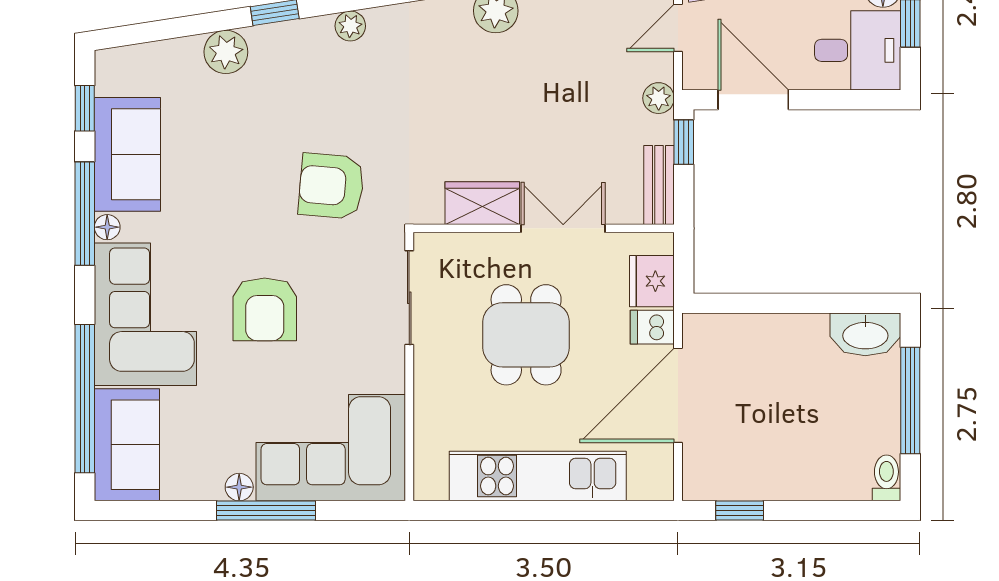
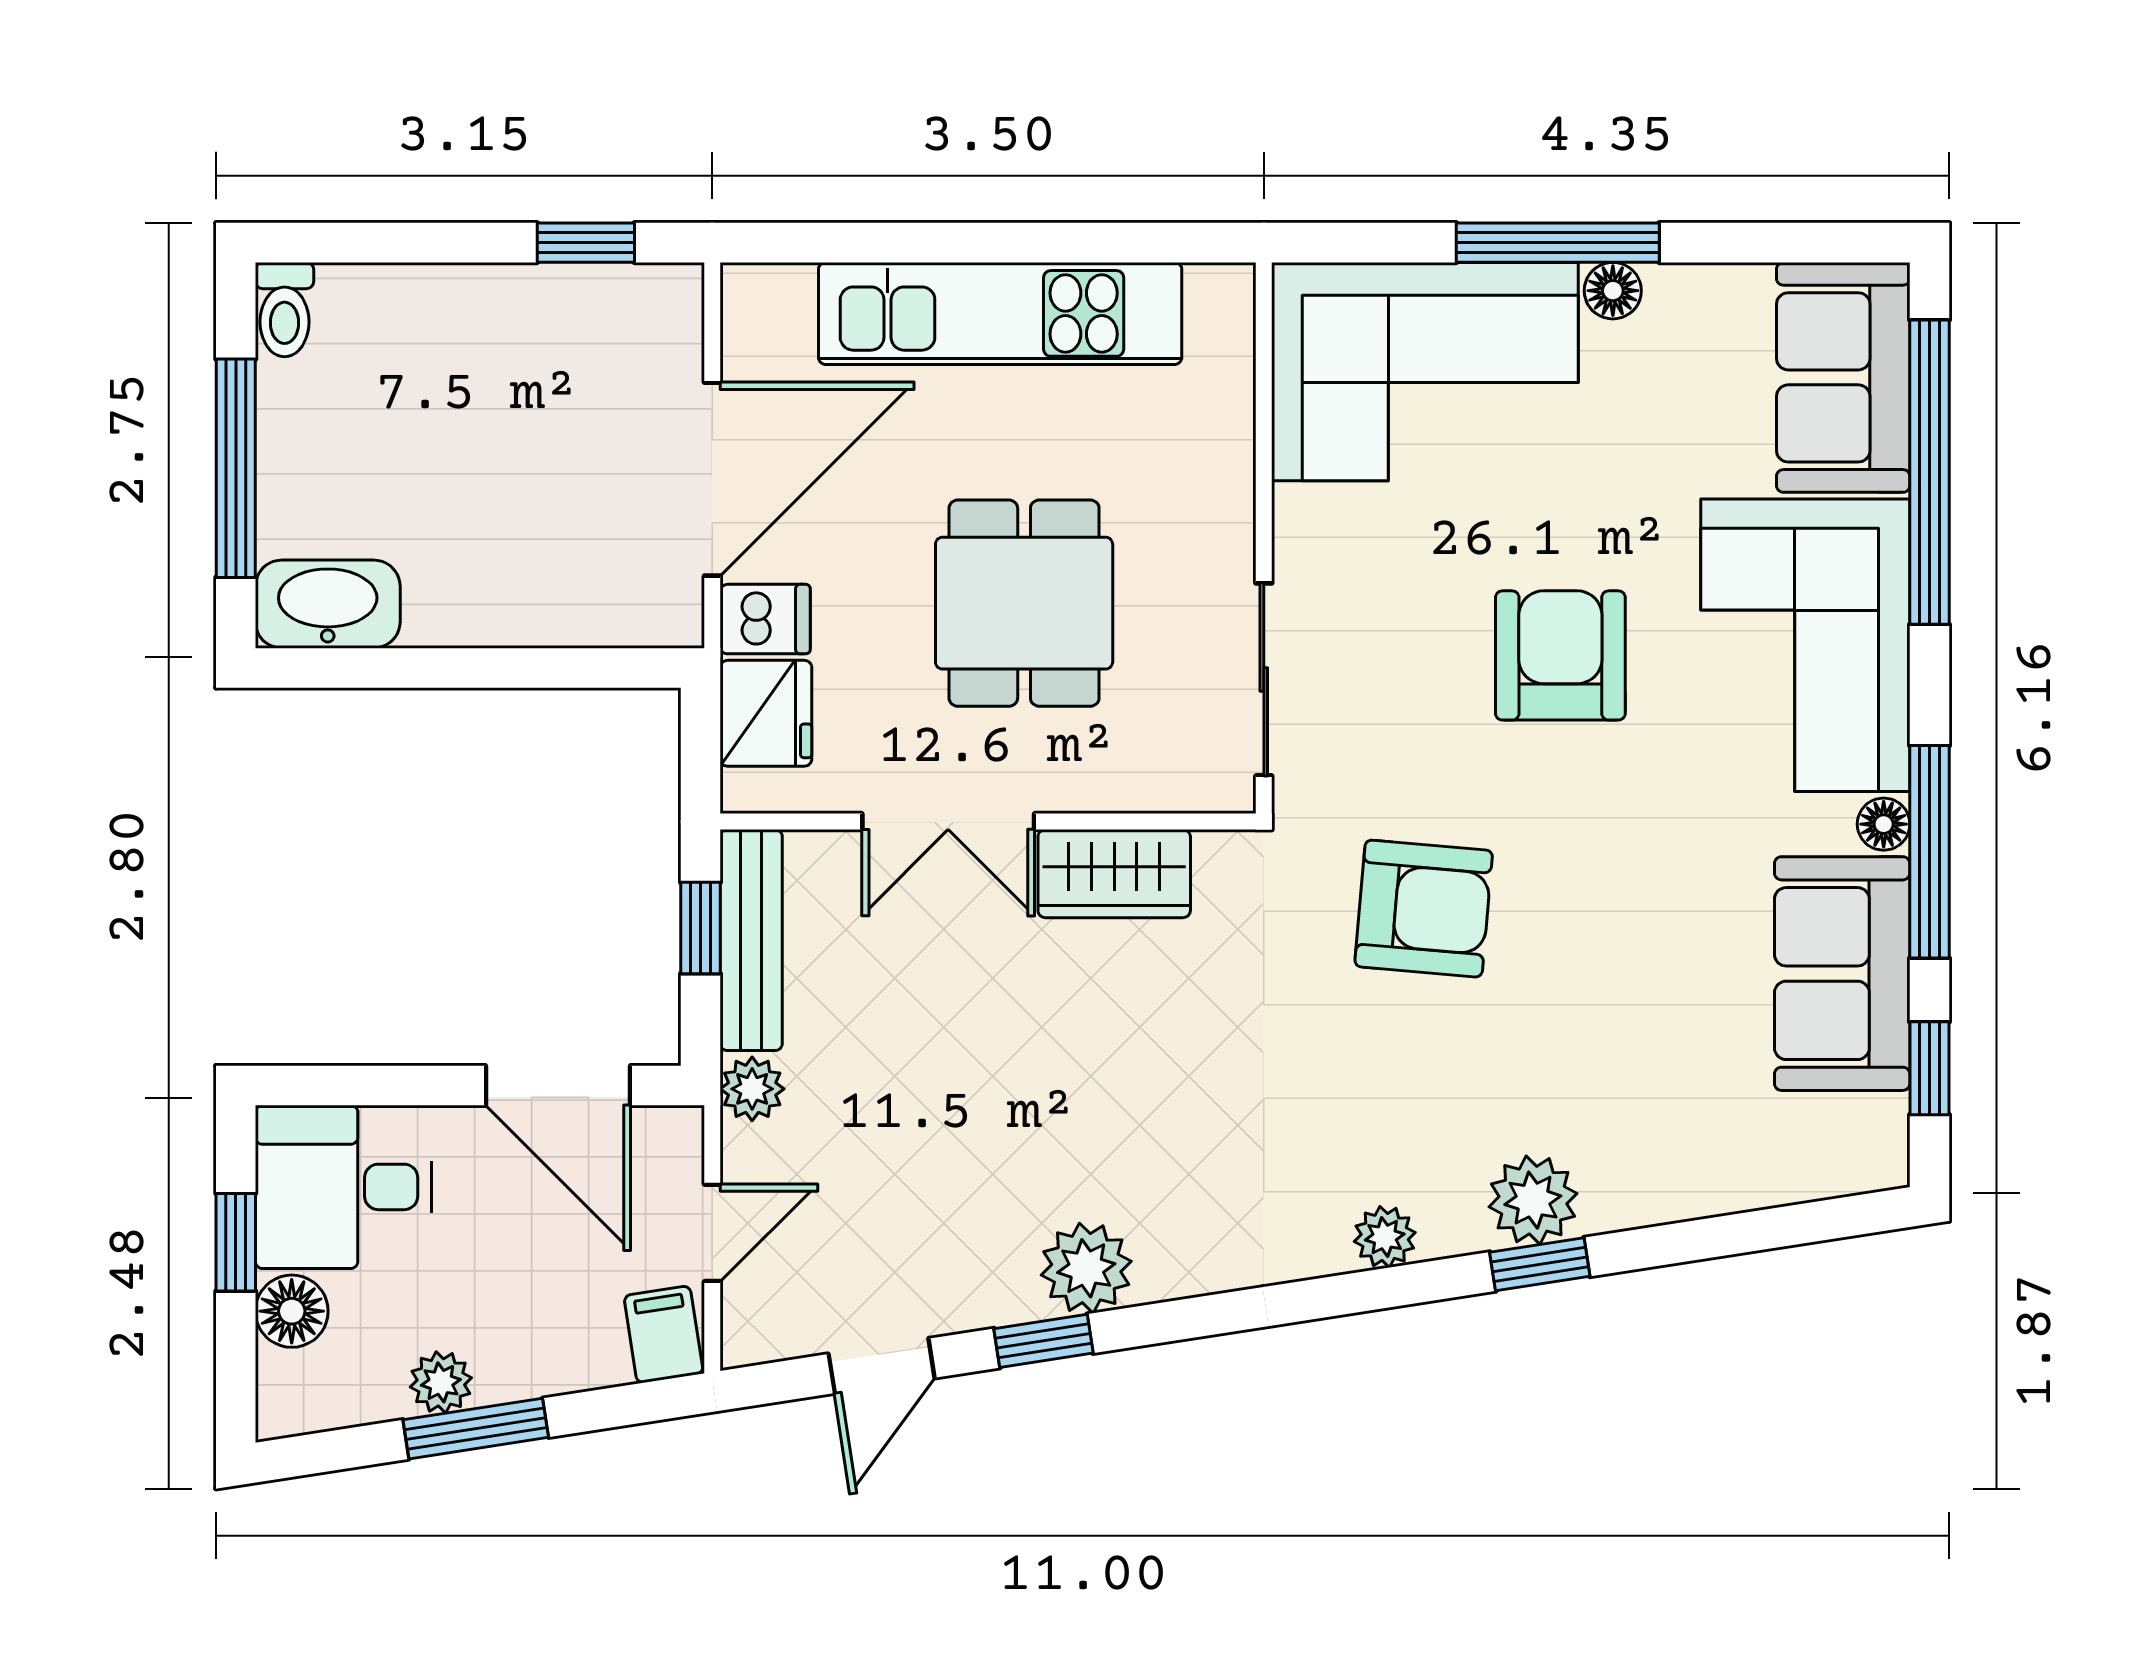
plant: (226, 52) -> (1533, 1200), moved
window: (684, 142) -> (701, 928), moved
bench: (659, 185) -> (751, 940), width x1.36

